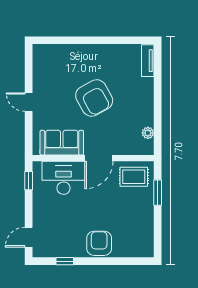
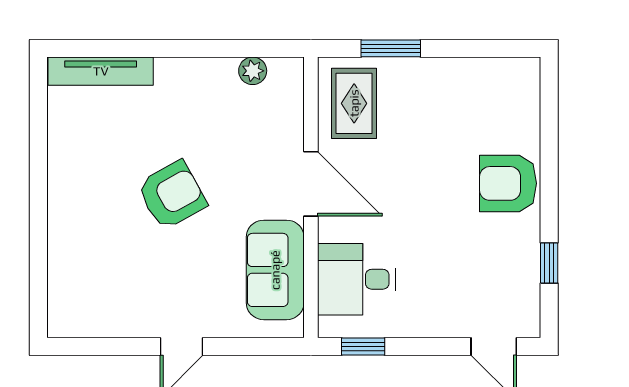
tv unit: (148, 61) -> (101, 71), width x1.41
armchair: (94, 98) -> (172, 195), width x0.73, depth x0.73
desk: (64, 178) -> (356, 279), width x0.73

